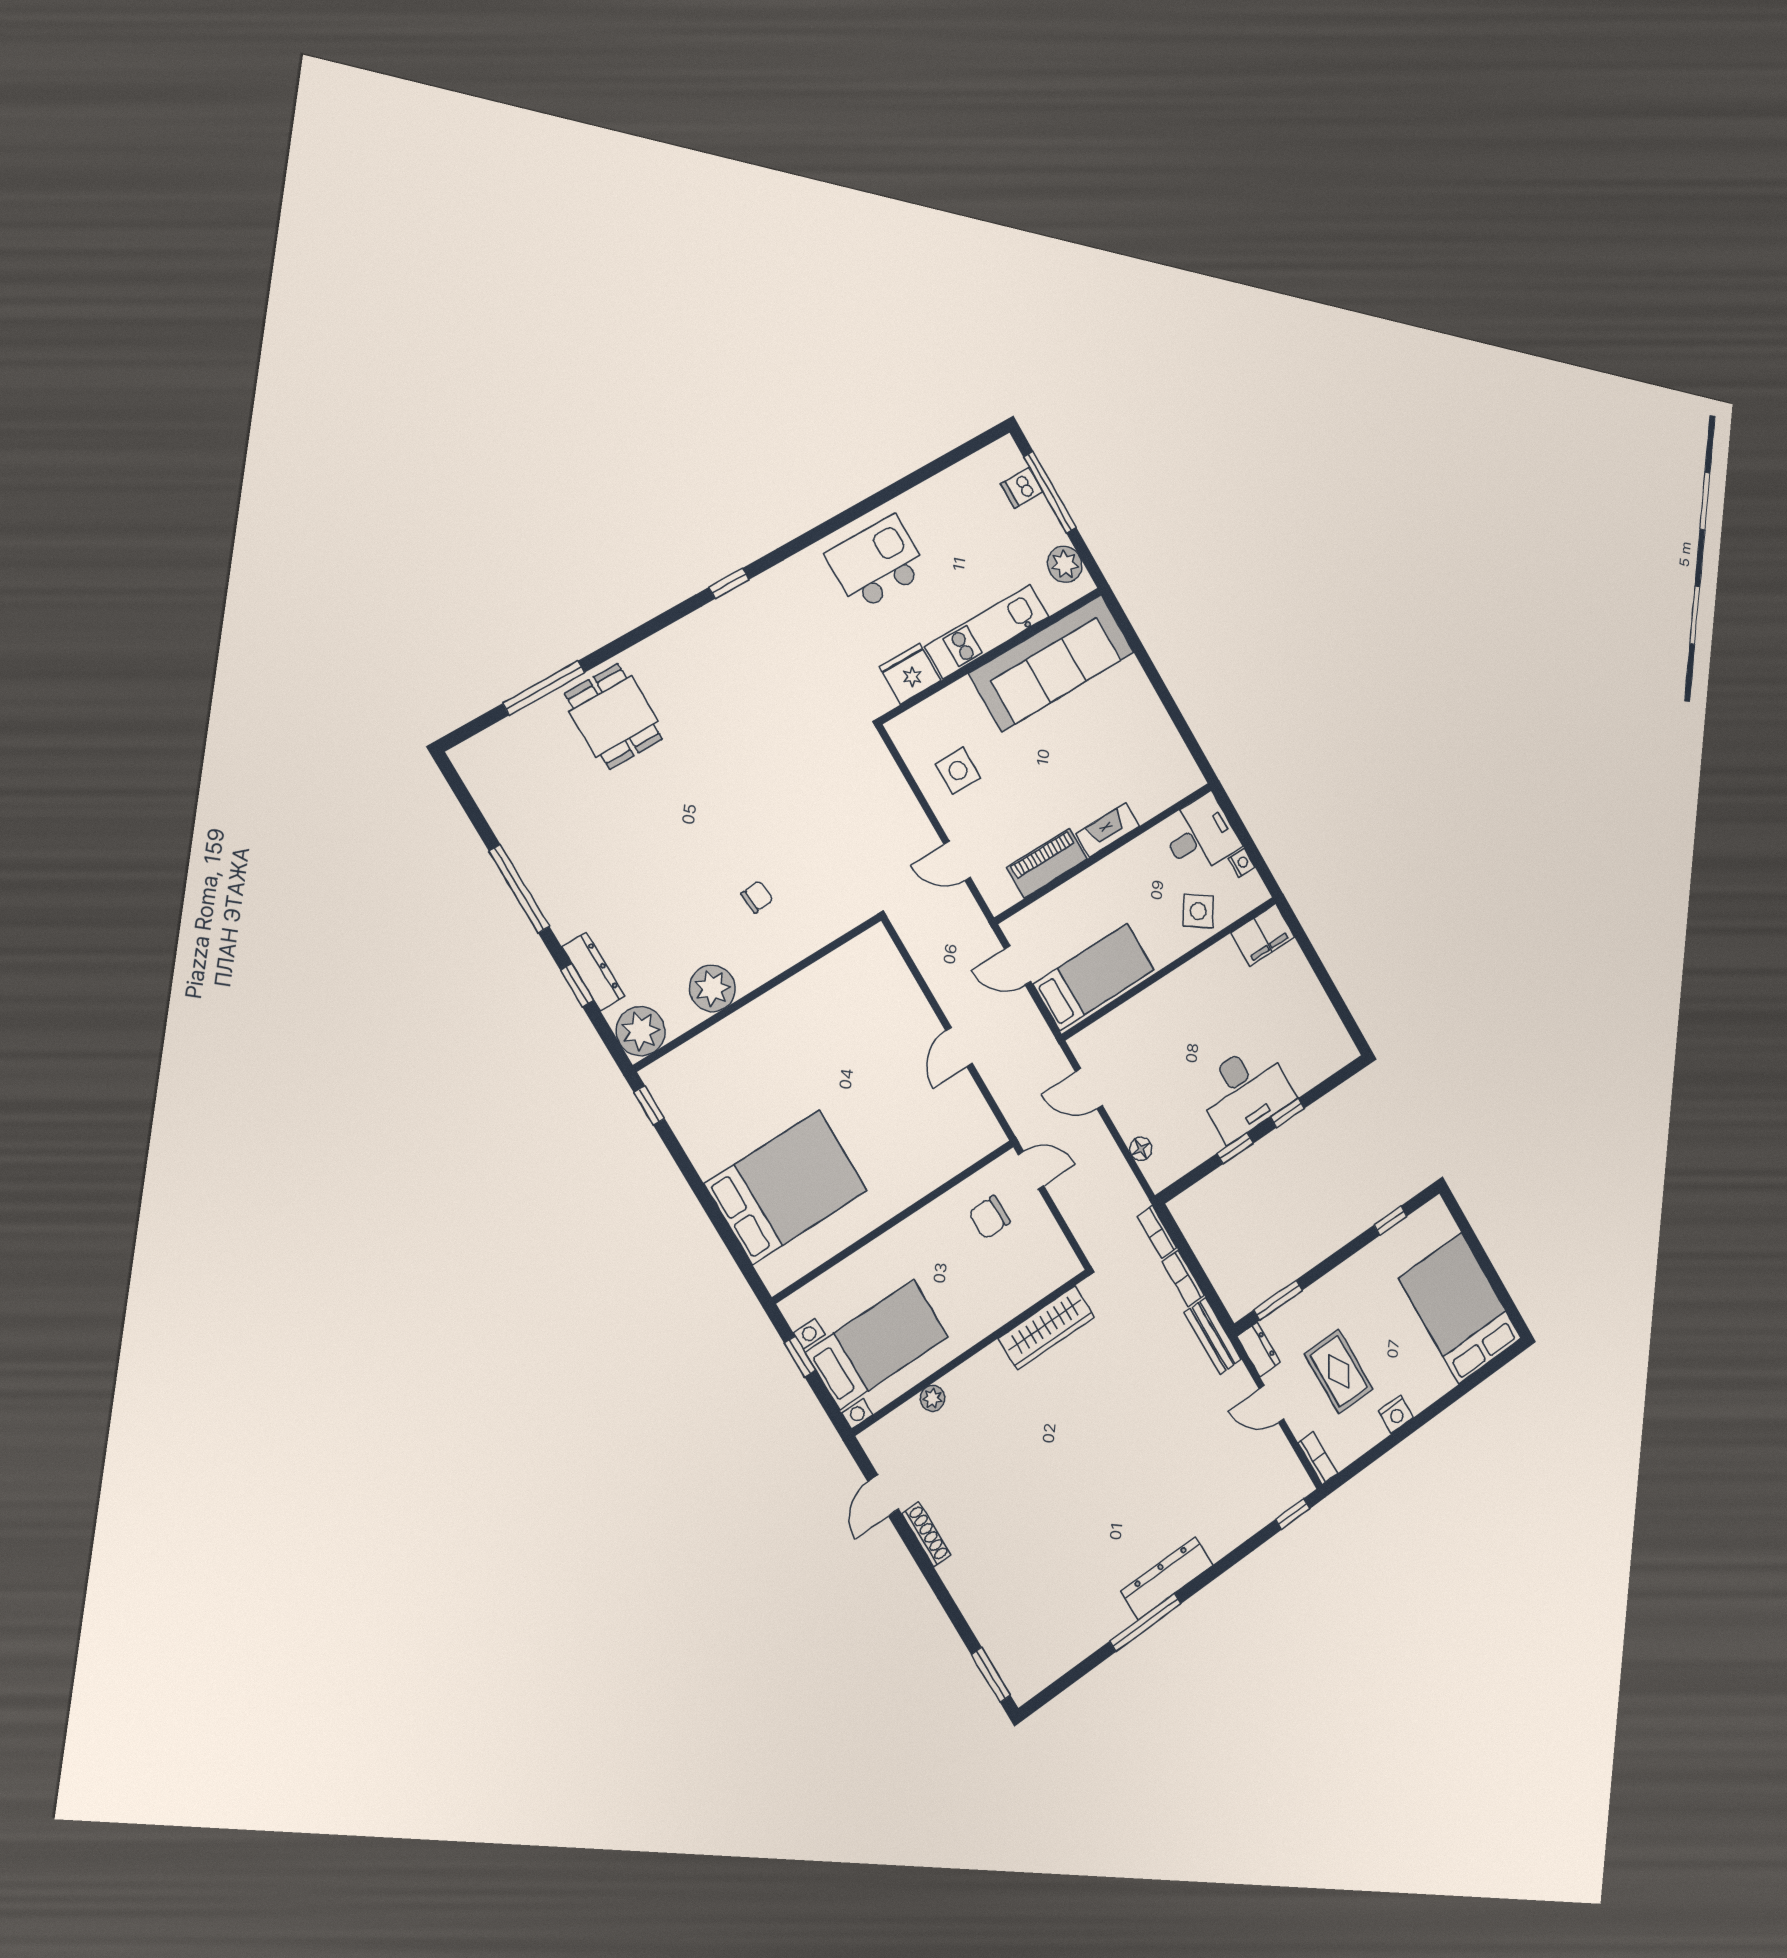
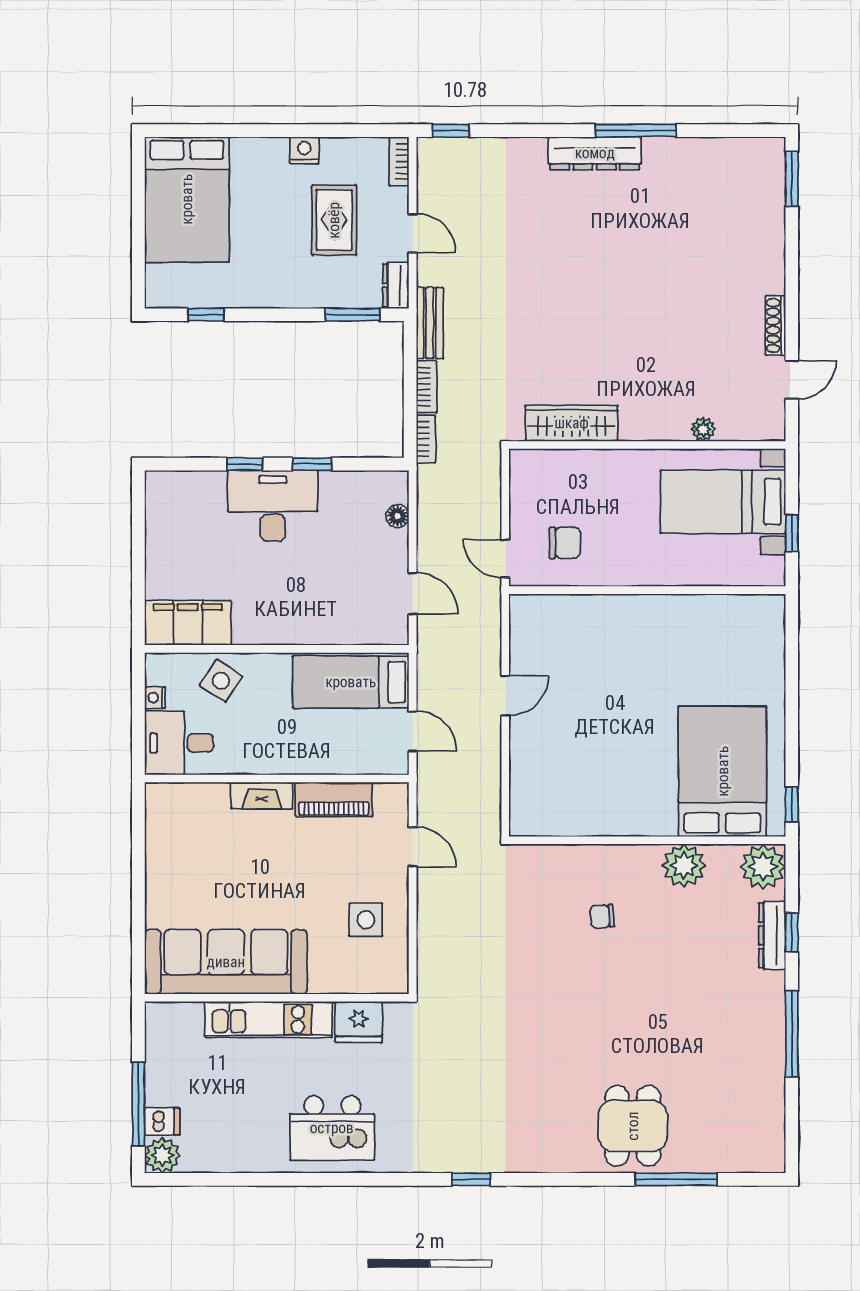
plant: (1065, 564) -> (162, 1155), moved
filing cabinet: (1263, 935) -> (188, 623), width x1.50, depth x1.17
bed: (786, 1187) -> (723, 771), moved, turned 90

